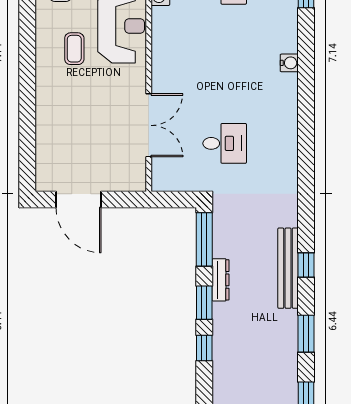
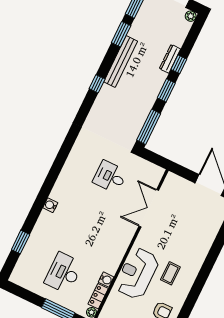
bench: (288, 268) -> (121, 62), moved
dresser: (221, 280) -> (170, 59), moved
window: (306, 334) -> (121, 34), moved

